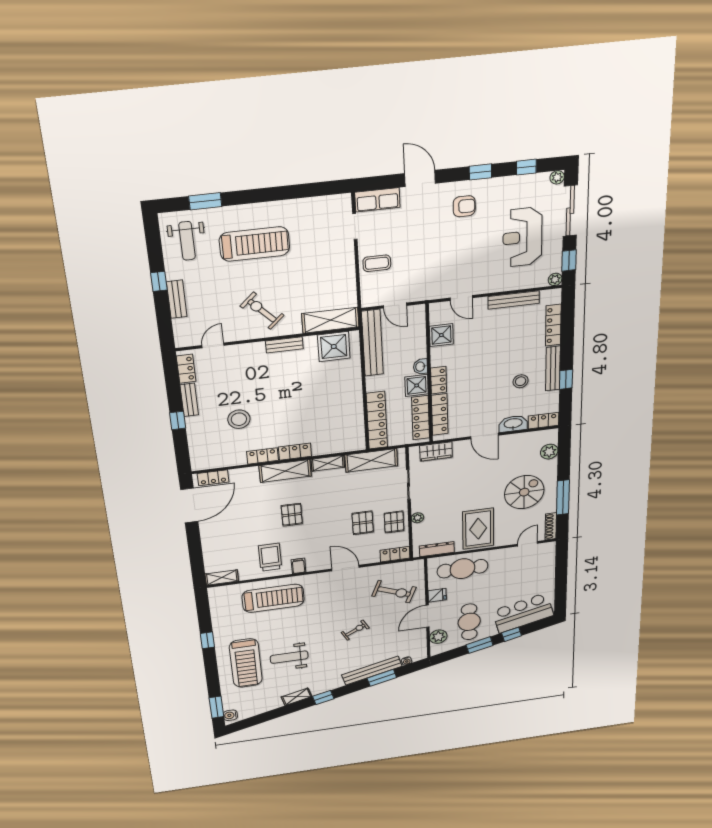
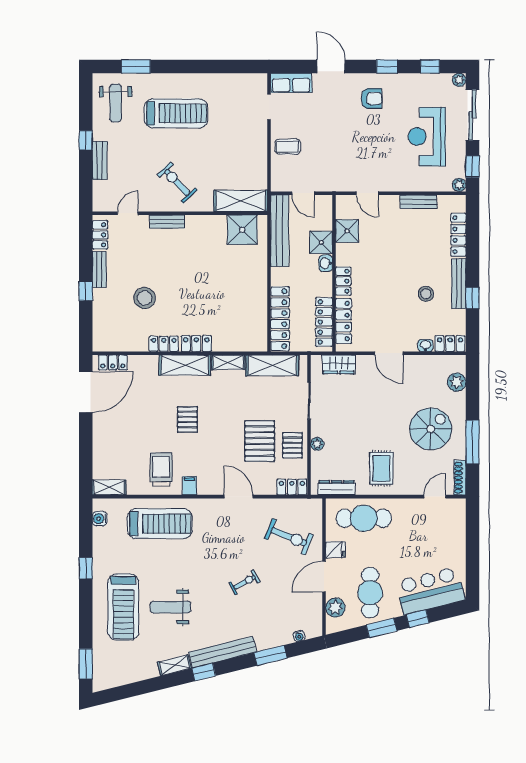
bench: (514, 300) -> (419, 202), width x0.73
bench: (284, 345) -> (167, 222), moved
shower: (417, 385) -> (321, 242), moved
washbasin: (513, 424) -> (425, 345), width x0.52, depth x0.69
pallet: (363, 523) -> (260, 441), width x1.50, depth x1.42
rug: (478, 529) -> (381, 468), width x0.73, depth x0.70
bench: (372, 671) -> (223, 652), moved
water cooler: (230, 715) -> (100, 519), moved

